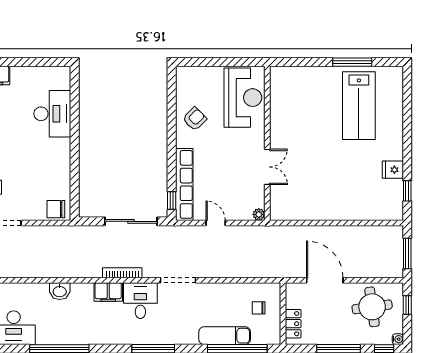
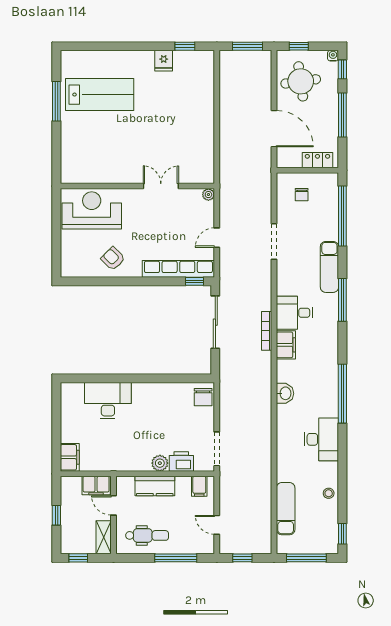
doorway: (178, 280) -> (274, 241), moved
door: (325, 280) -> (274, 129), swing flipped
exam couch: (225, 336) -> (329, 267), moved

